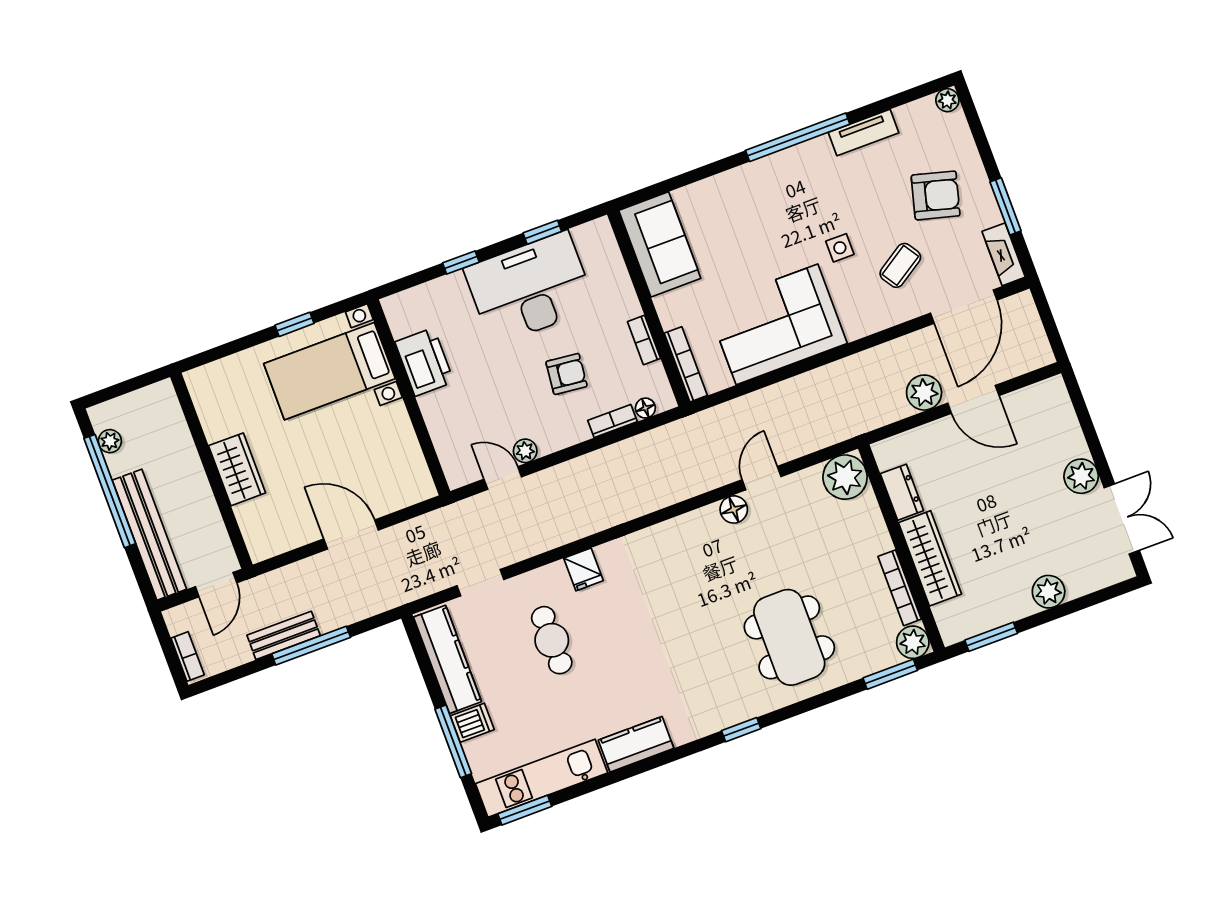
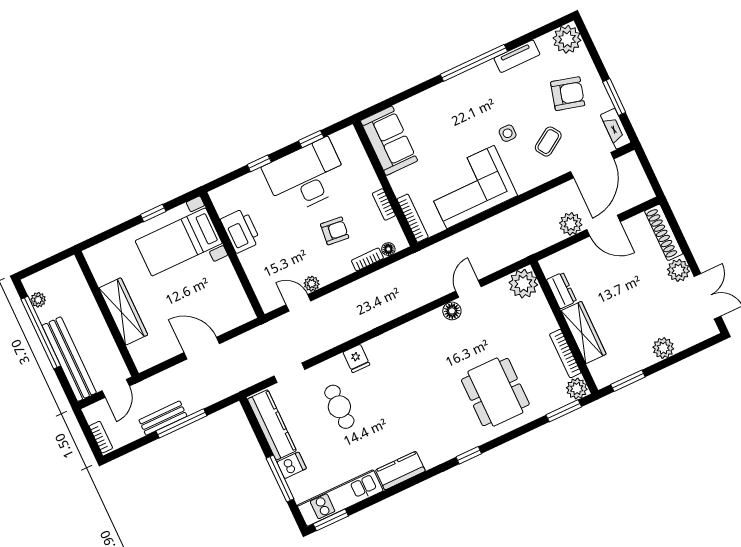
plant: (947, 100) -> (567, 39), width x1.88, depth x1.88
shoe rack: (1064, 417) -> (664, 232), added
wardrobe: (237, 469) -> (123, 311), width x1.50

